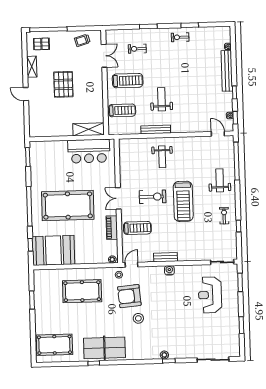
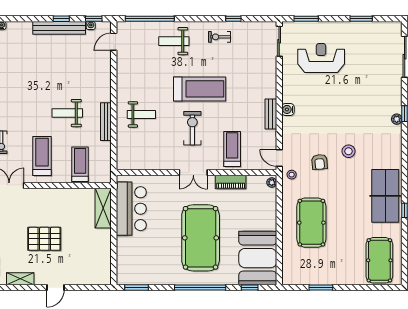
bench: (227, 71) -> (59, 28), moved
reception desk: (210, 295) -> (321, 58), turned 180
armchair: (129, 296) -> (319, 162), width x0.53, depth x0.53

